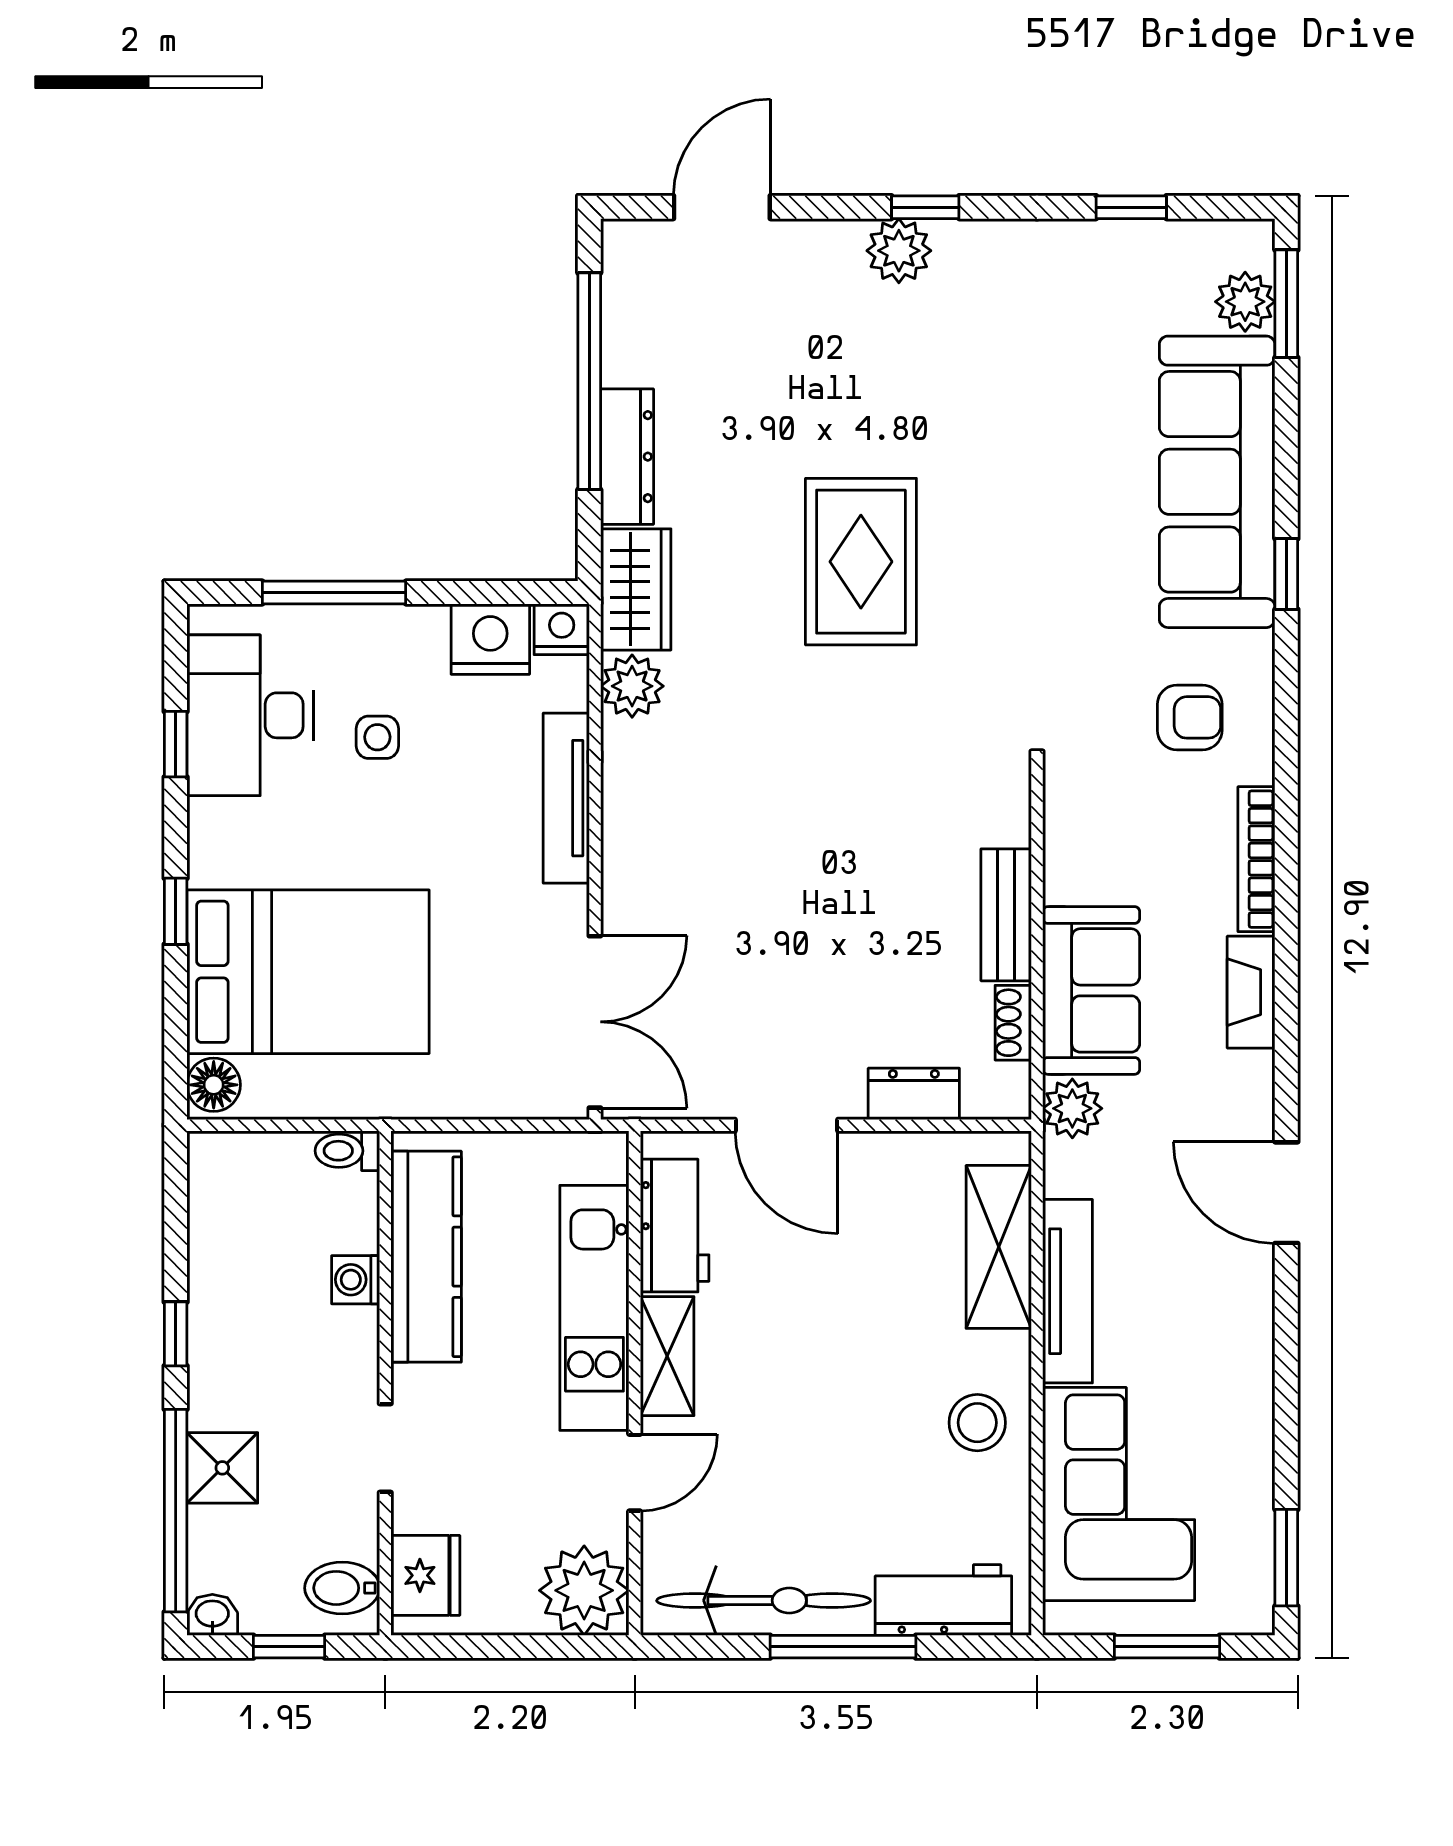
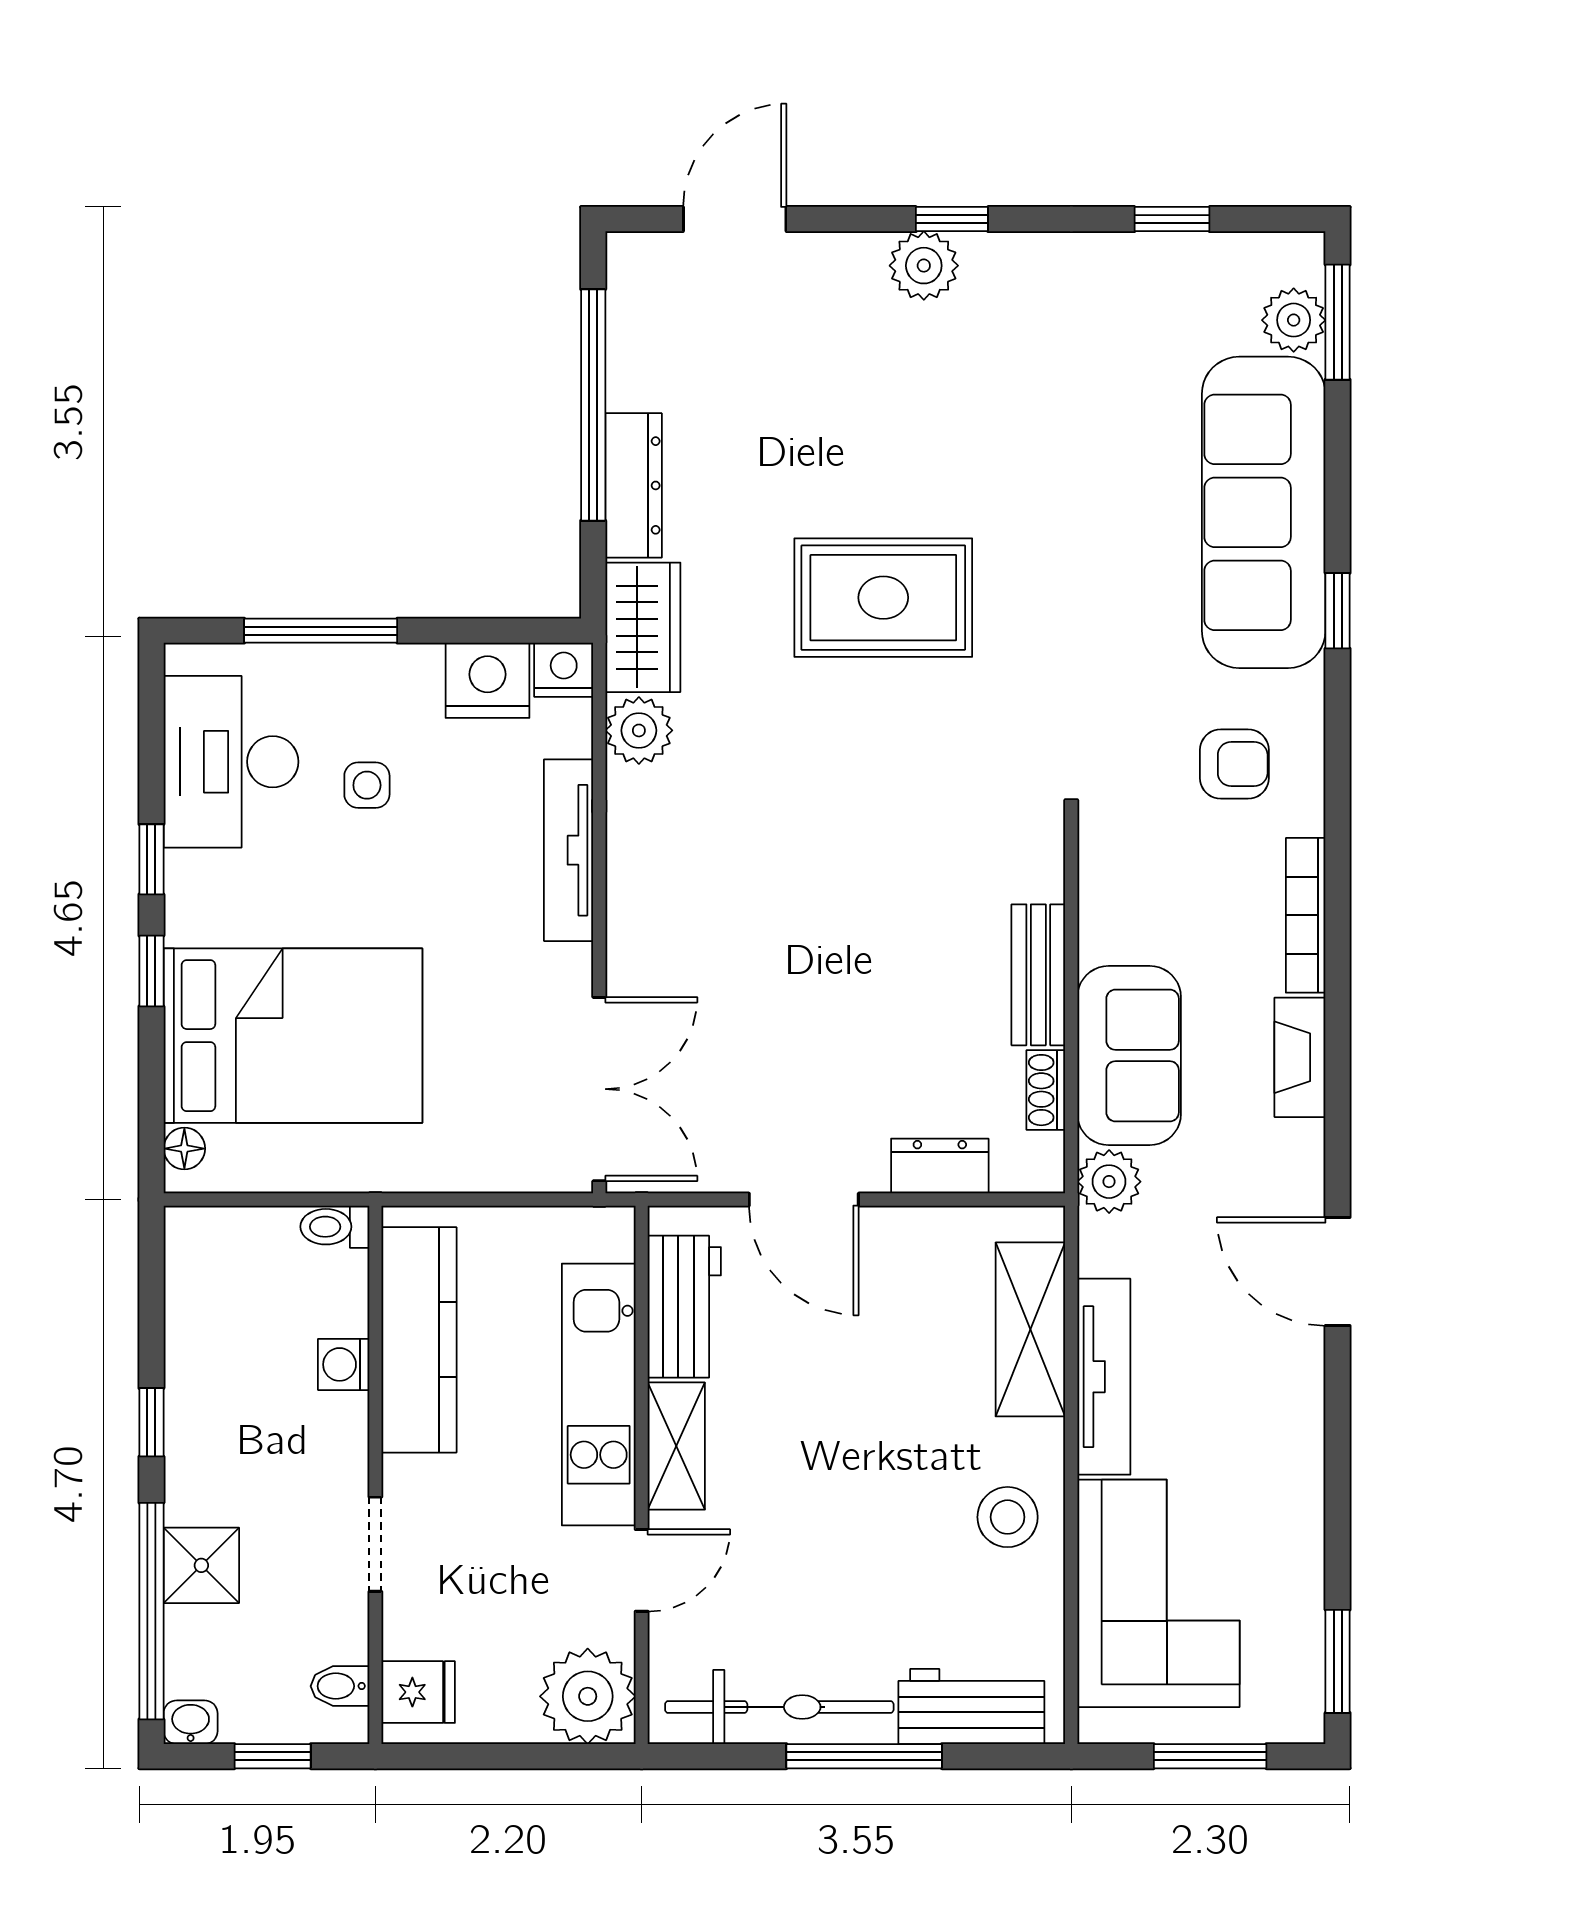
rug: (861, 562) -> (883, 598), turned 90
window: (176, 744) -> (151, 859), moved
floor lamp: (214, 1085) -> (184, 1149), width x0.73, depth x0.73
fridge: (425, 1575) -> (418, 1692), width x0.72
bidet: (342, 1588) -> (340, 1686), width x0.72, depth x0.74

